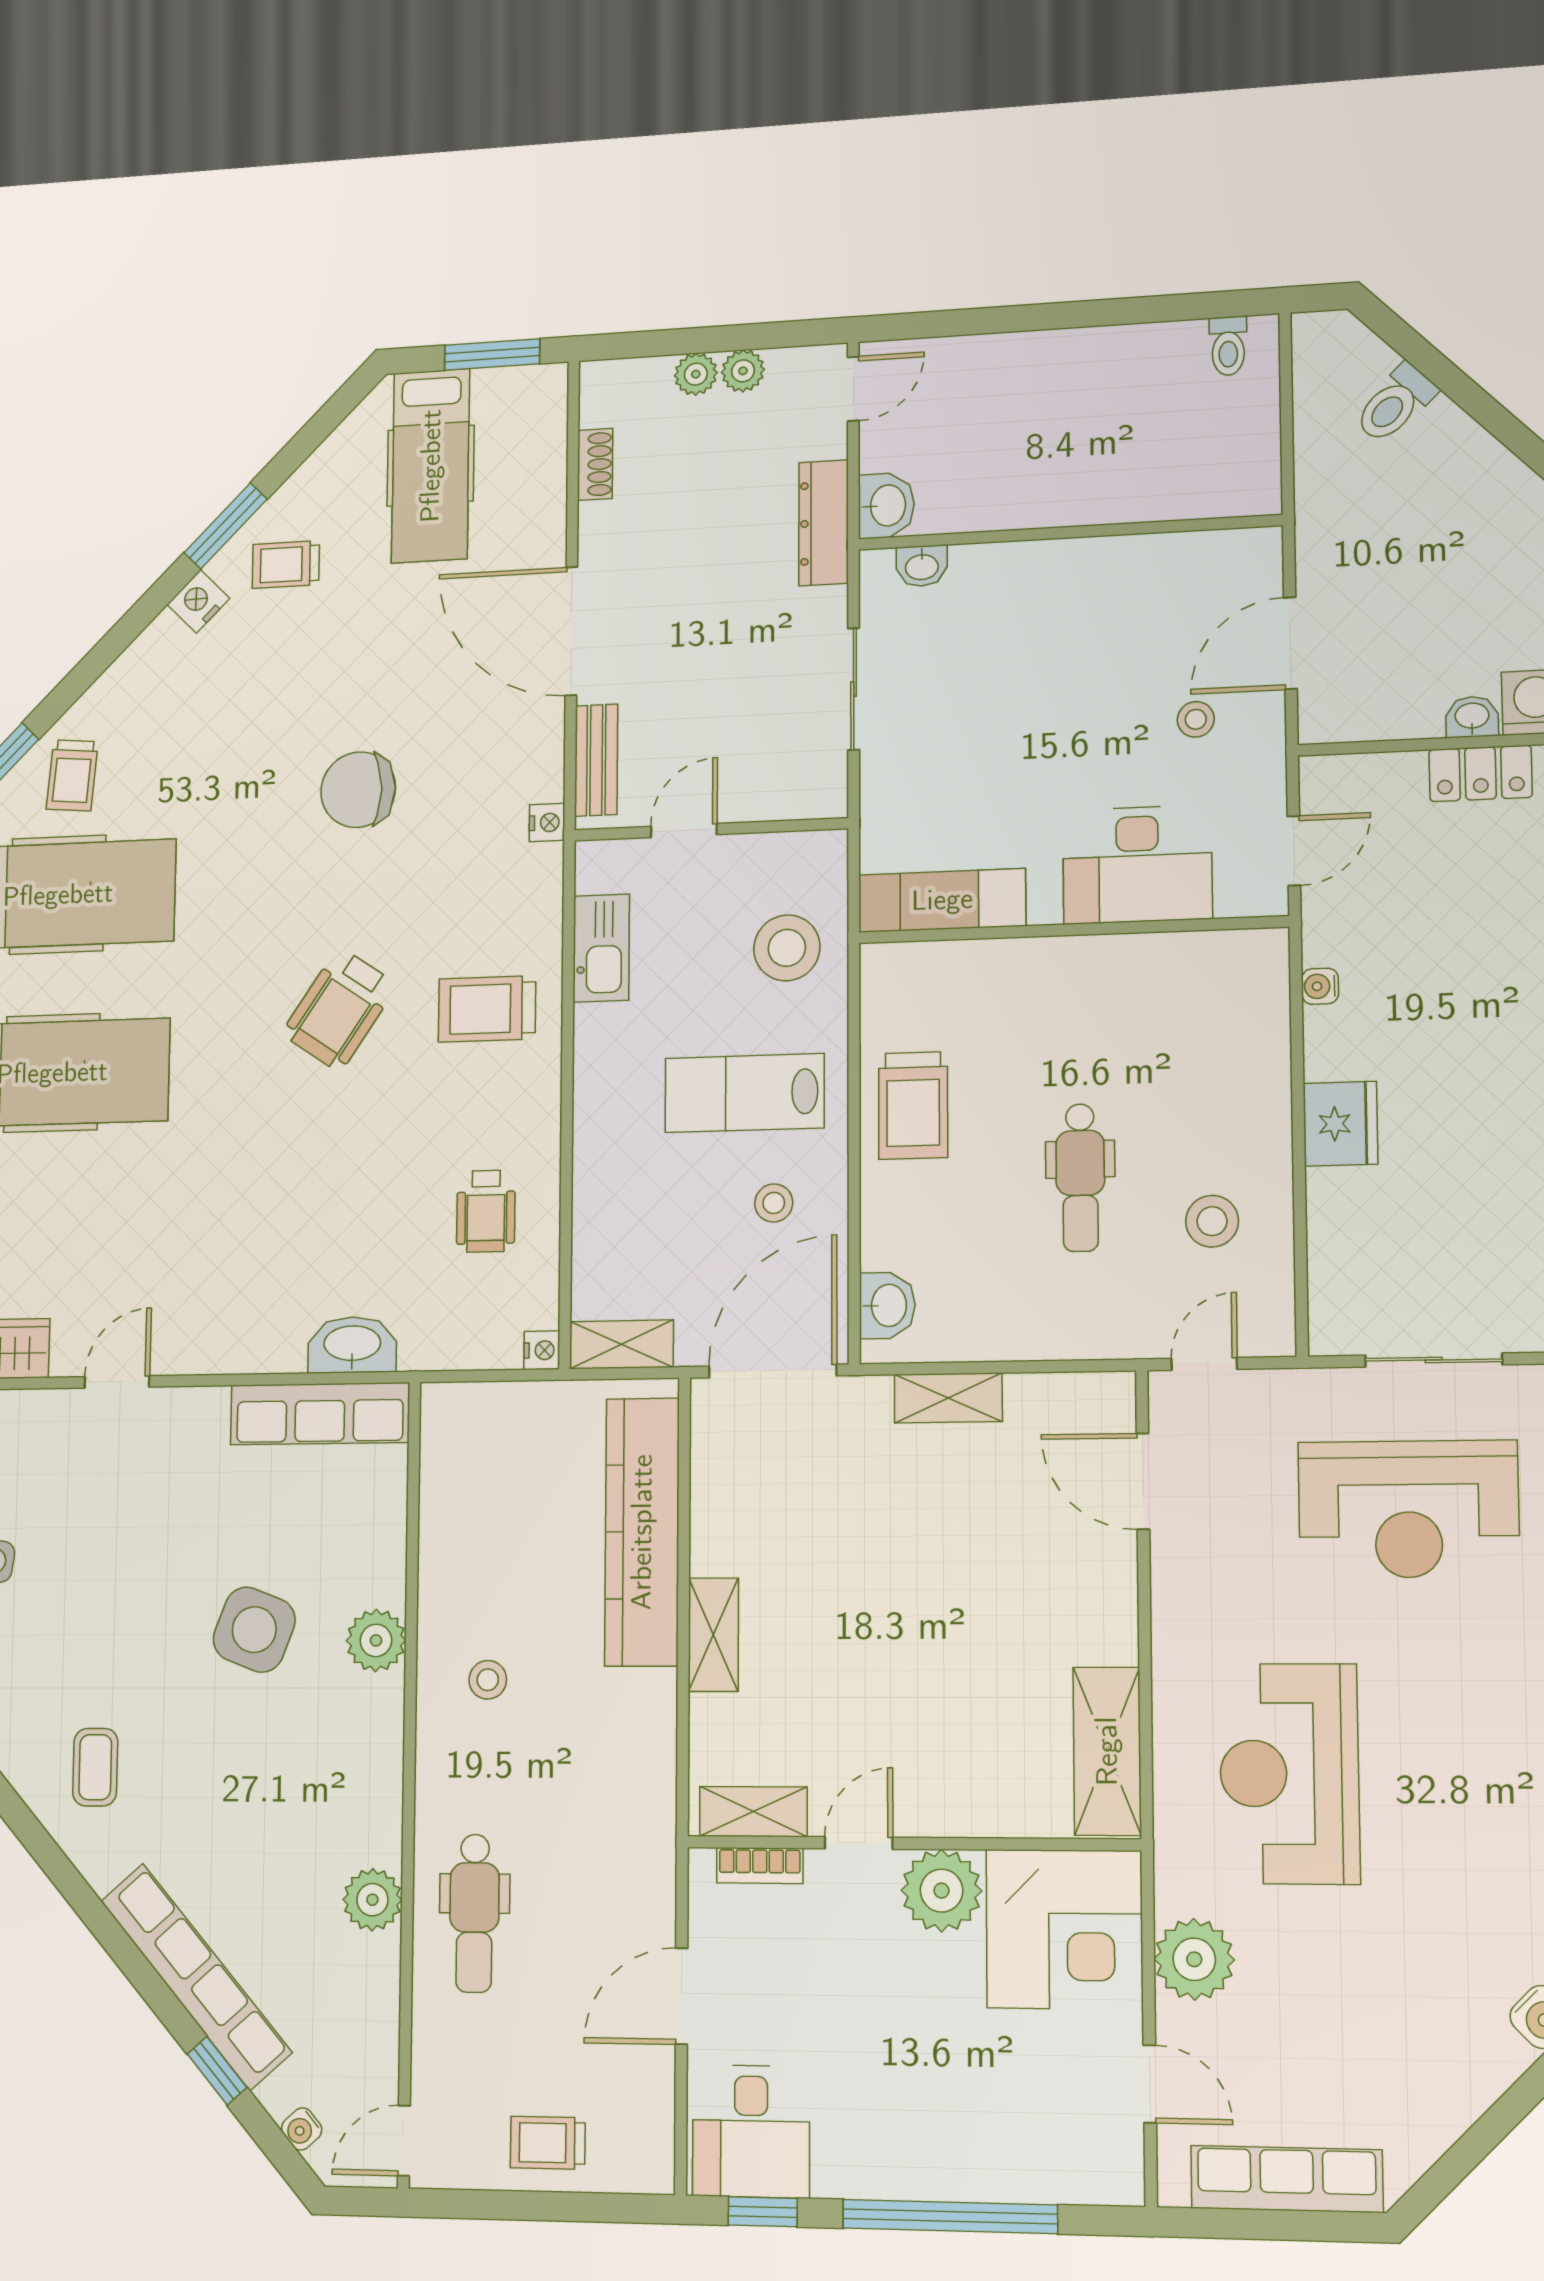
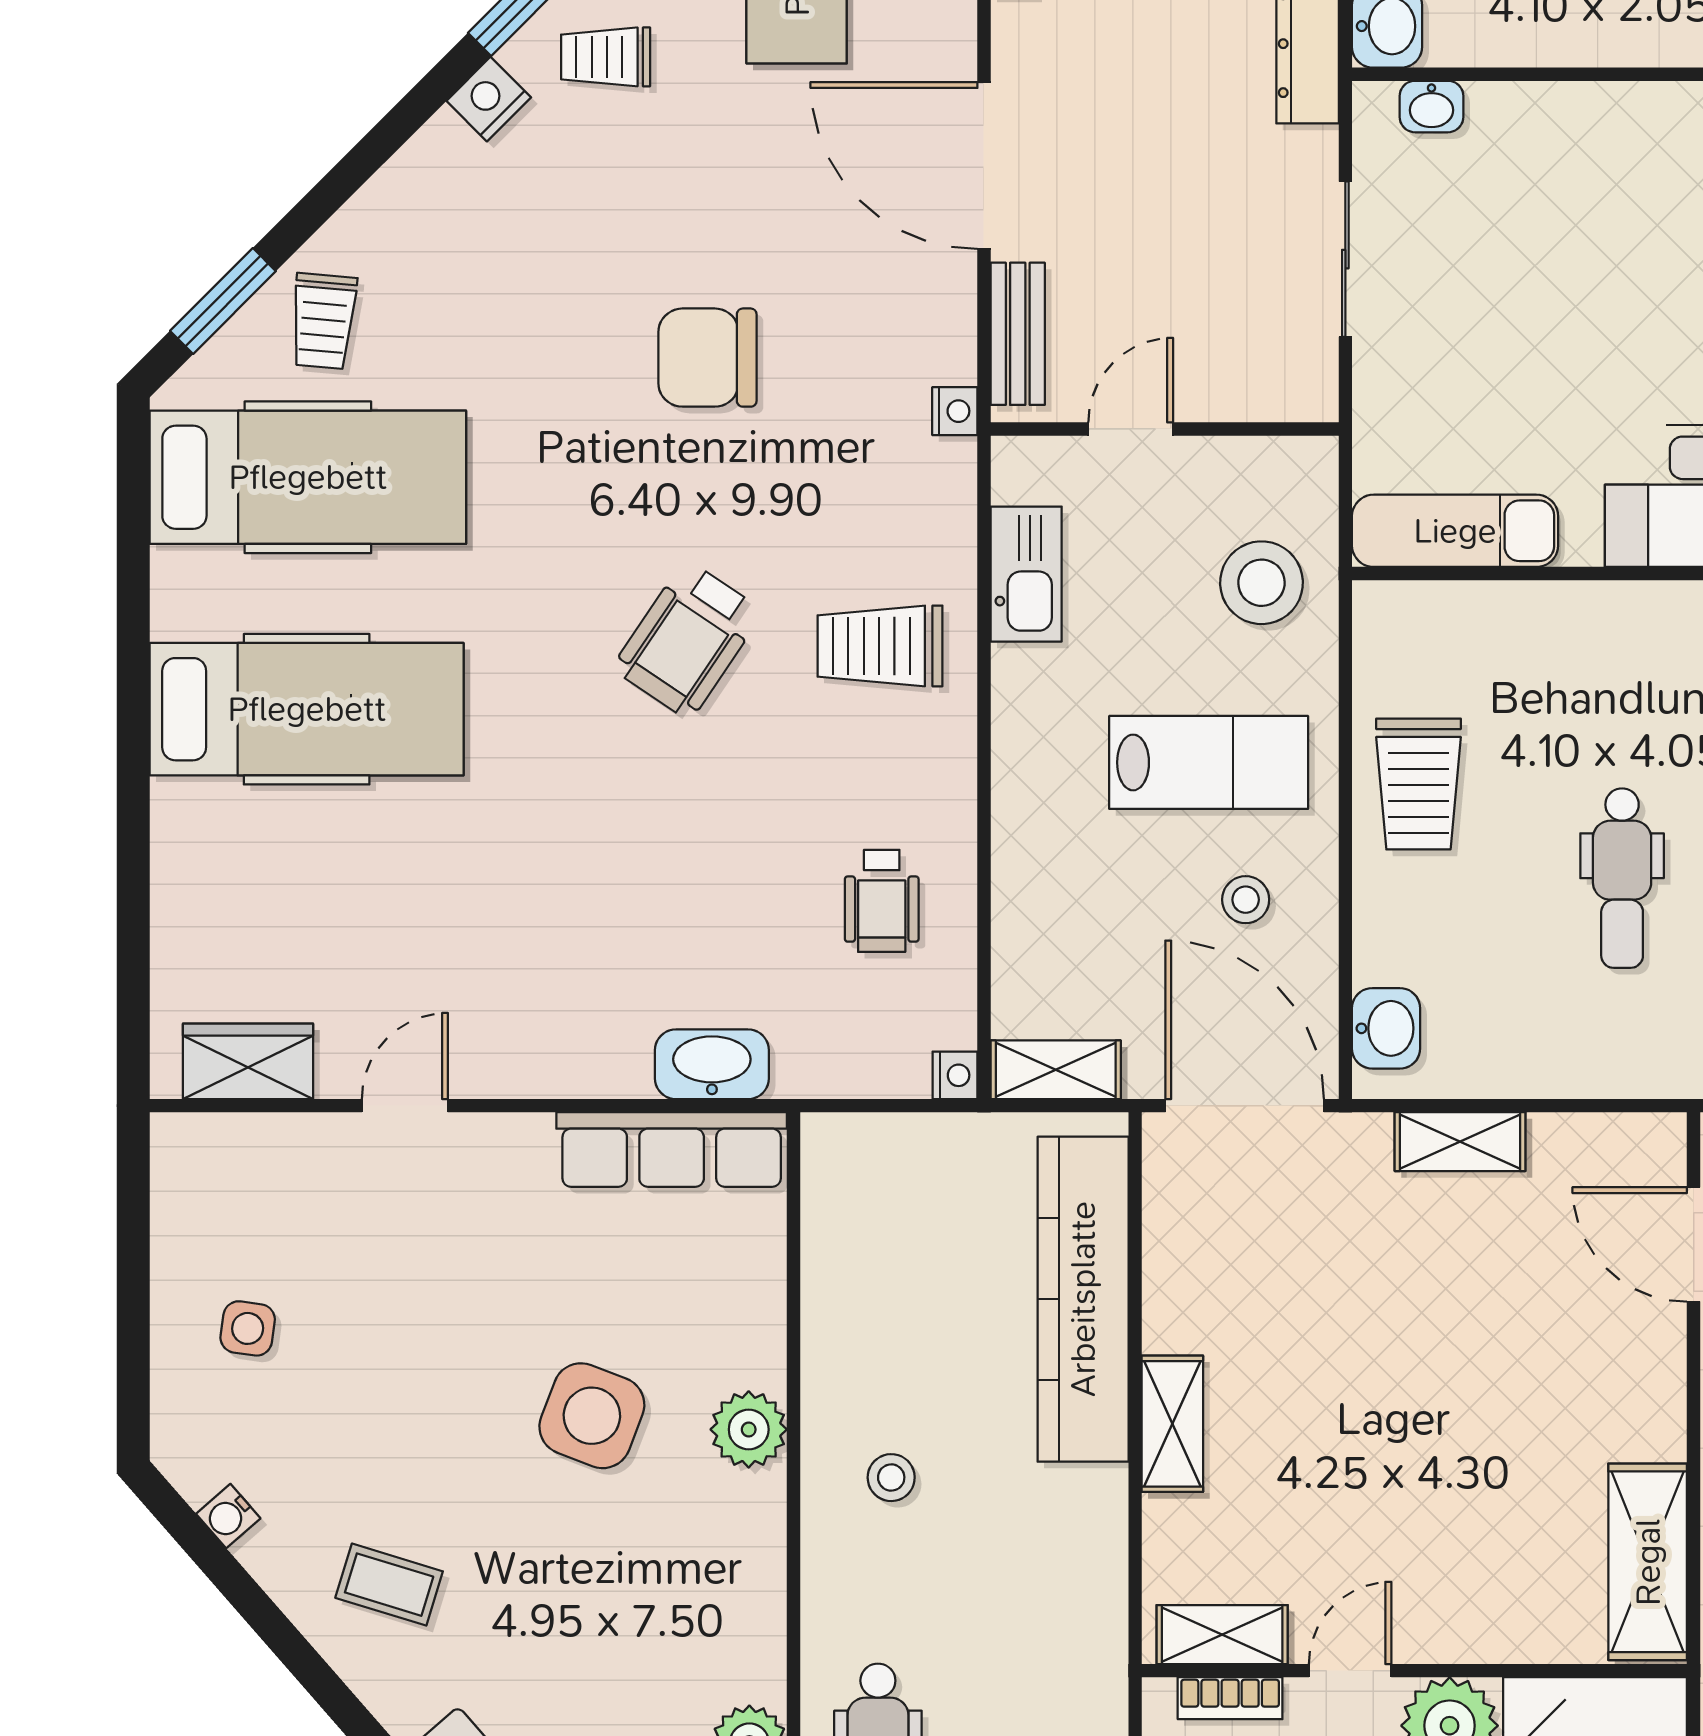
lab bench: (744, 1093) -> (1209, 762), turned 180
door: (773, 1371) -> (1245, 1106), hinge flipped
coffee table: (95, 1767) -> (389, 1585), turned -73

